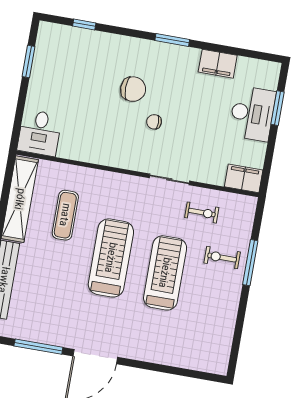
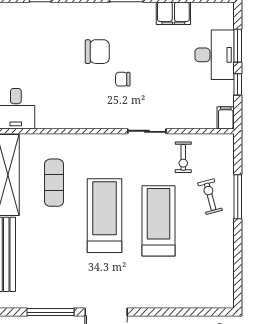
window: (271, 148) -> (238, 84), added
filing cabinet: (244, 178) -> (226, 118), width x0.50
exercise bike: (202, 213) -> (183, 157), turned 90
exercise bike: (222, 258) -> (210, 197), turned 75

